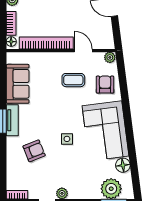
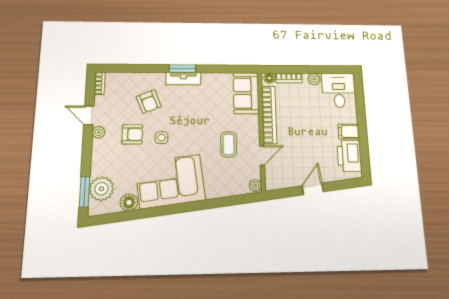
sofa: (18, 84) -> (246, 93), moved, turned 90
armchair: (105, 85) -> (132, 134), moved

